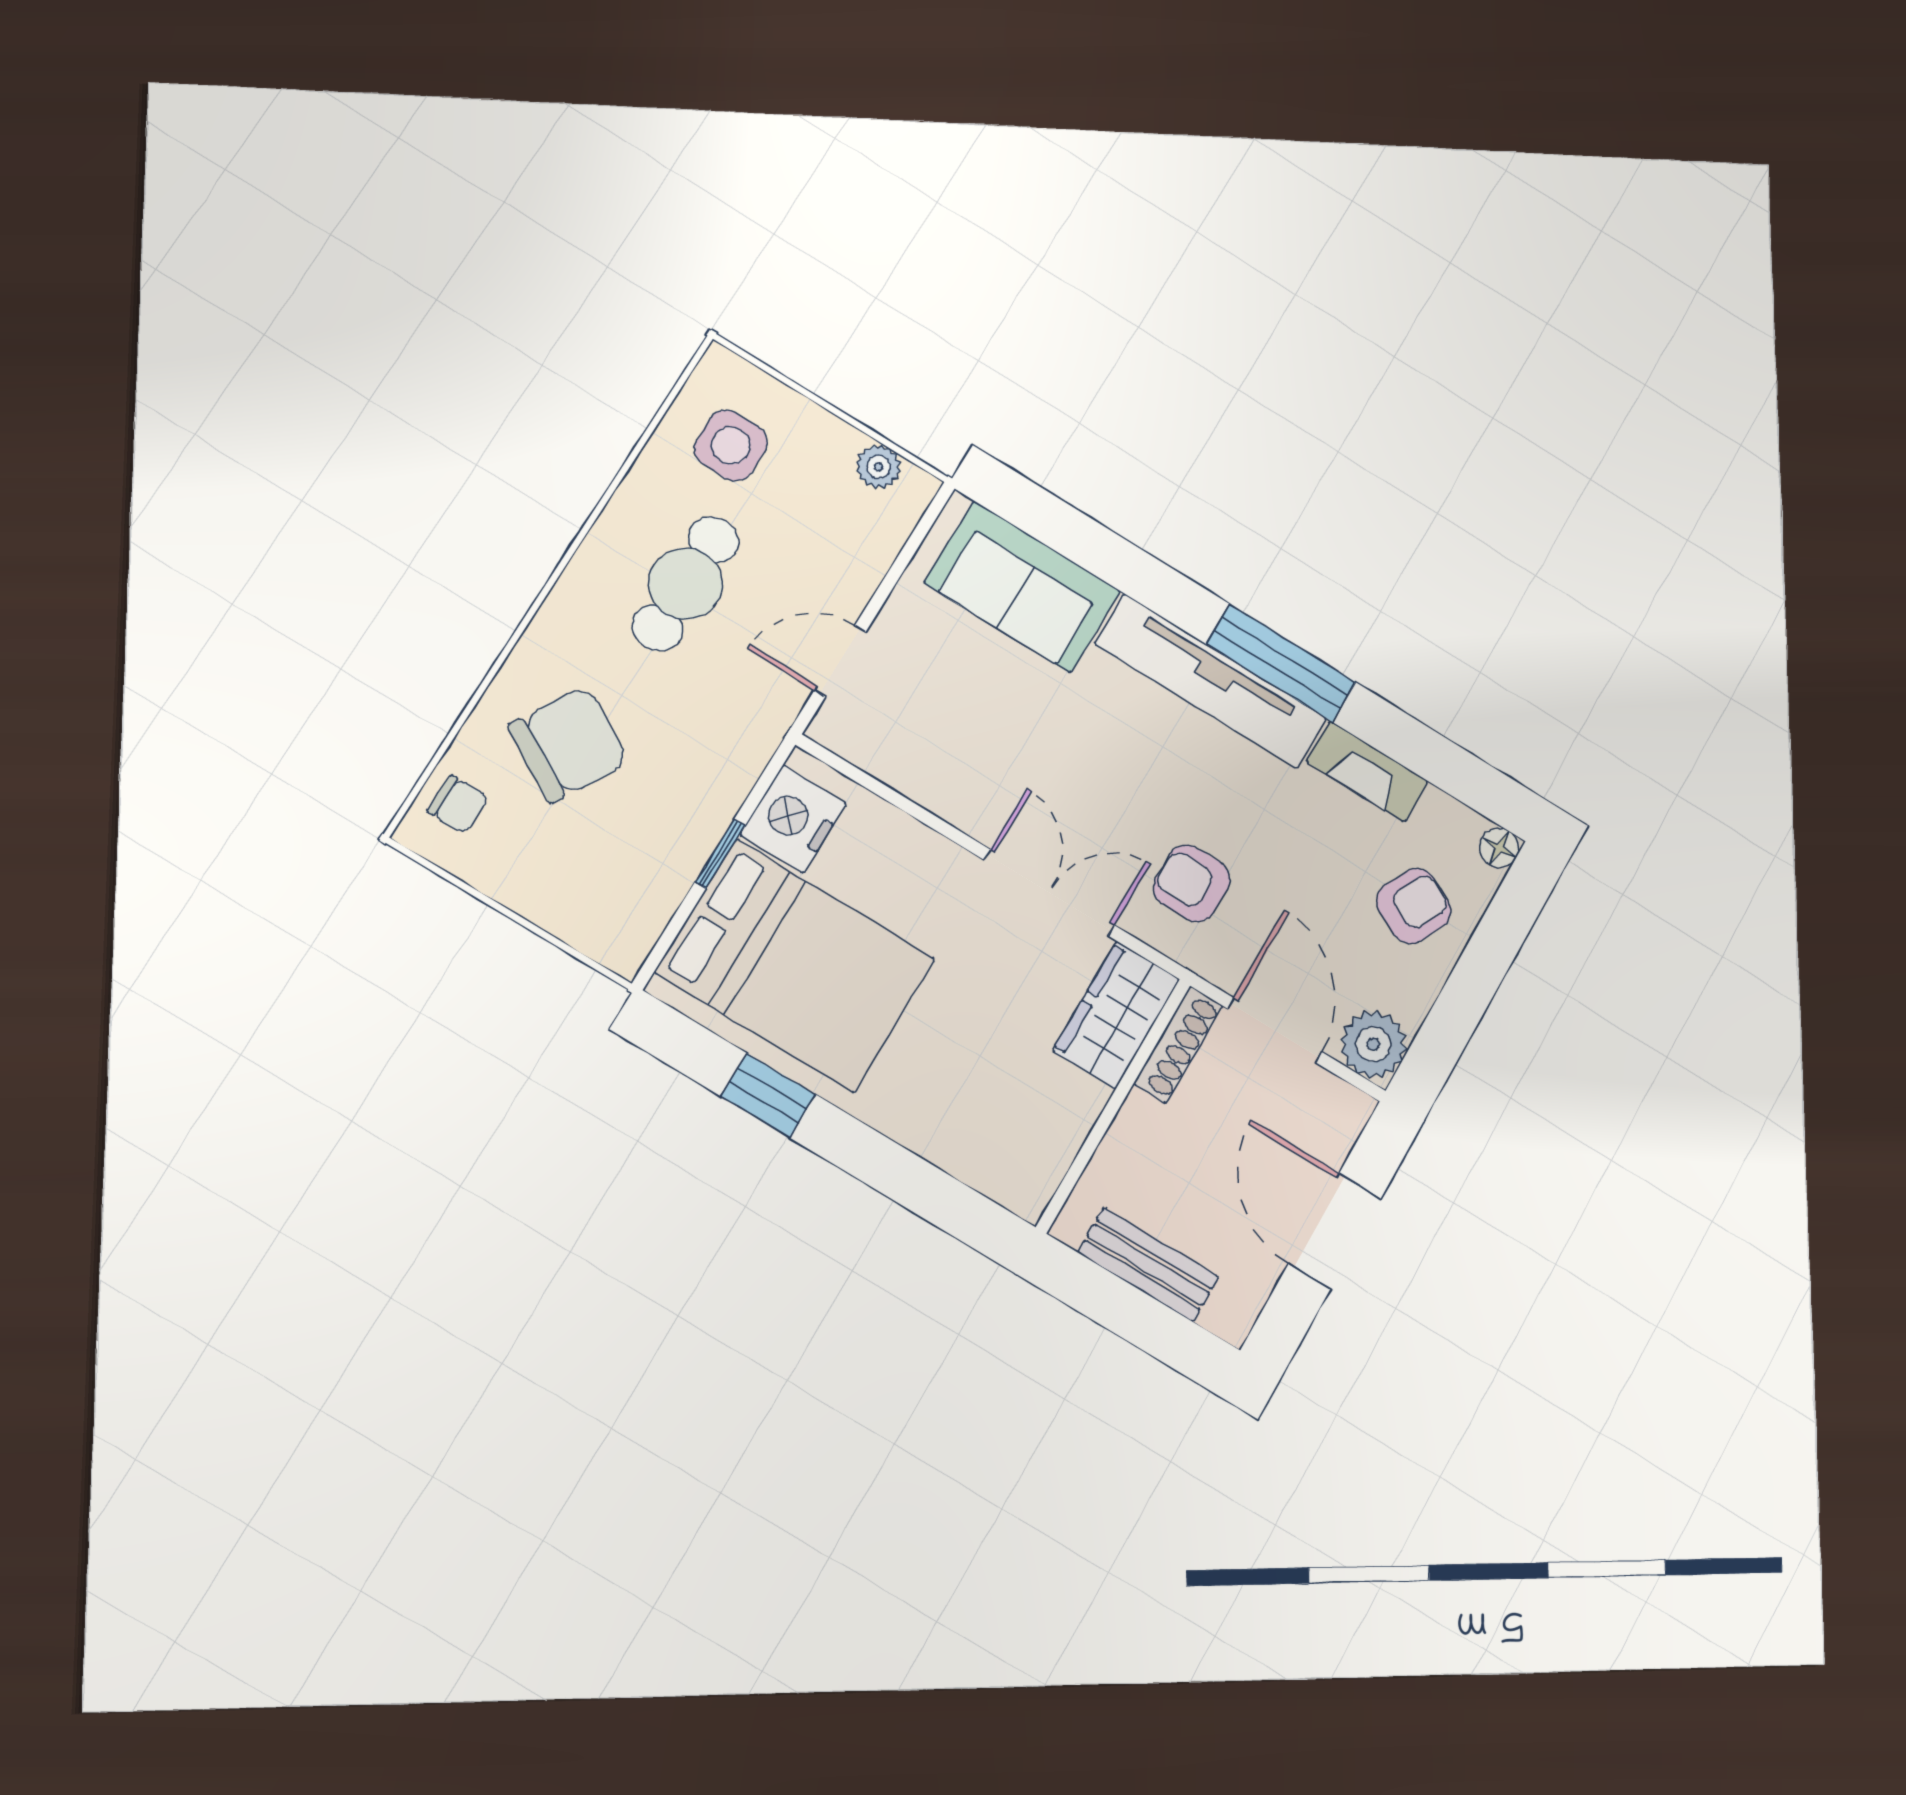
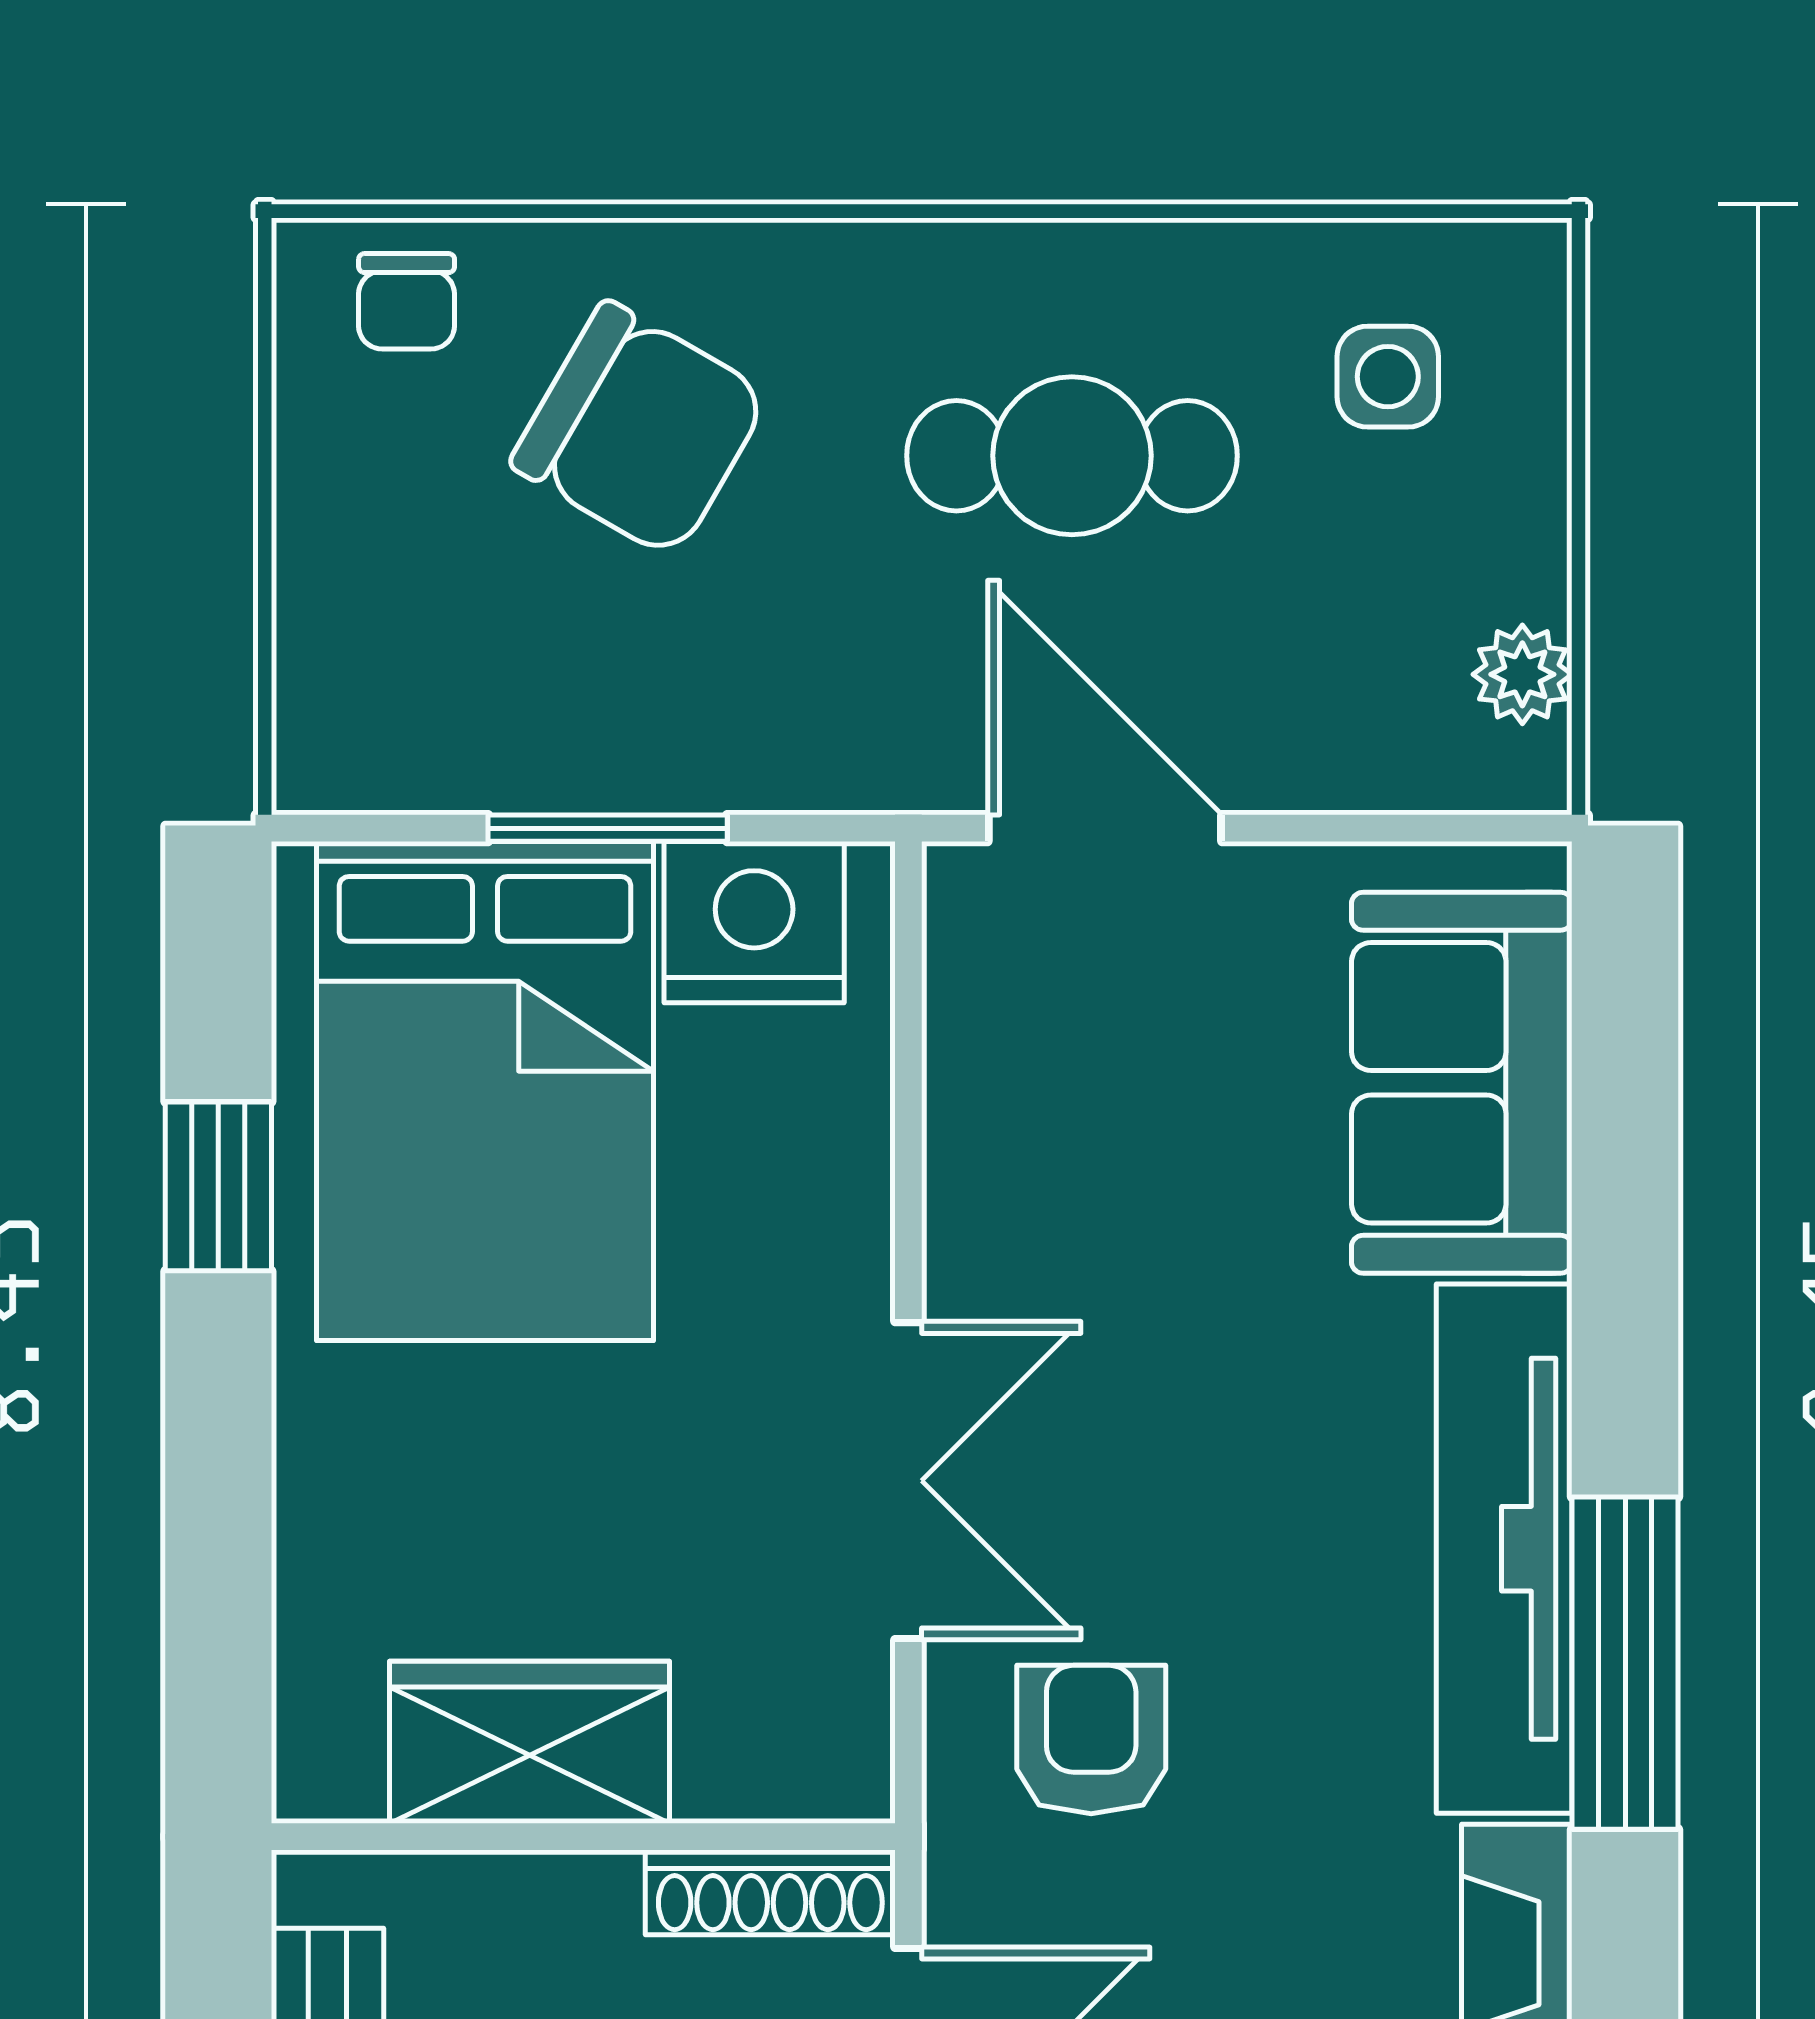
side table: (731, 445) -> (1388, 377), width x0.73, depth x0.73
door: (840, 661) -> (1105, 828), width x1.38
window: (720, 854) -> (608, 828), width x1.50
wardrobe: (1116, 1015) -> (529, 1742), moved

